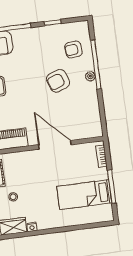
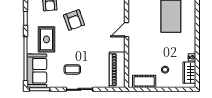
rug: (31, 51) -> (46, 39), added
door: (55, 145) -> (127, 30), width x0.53

